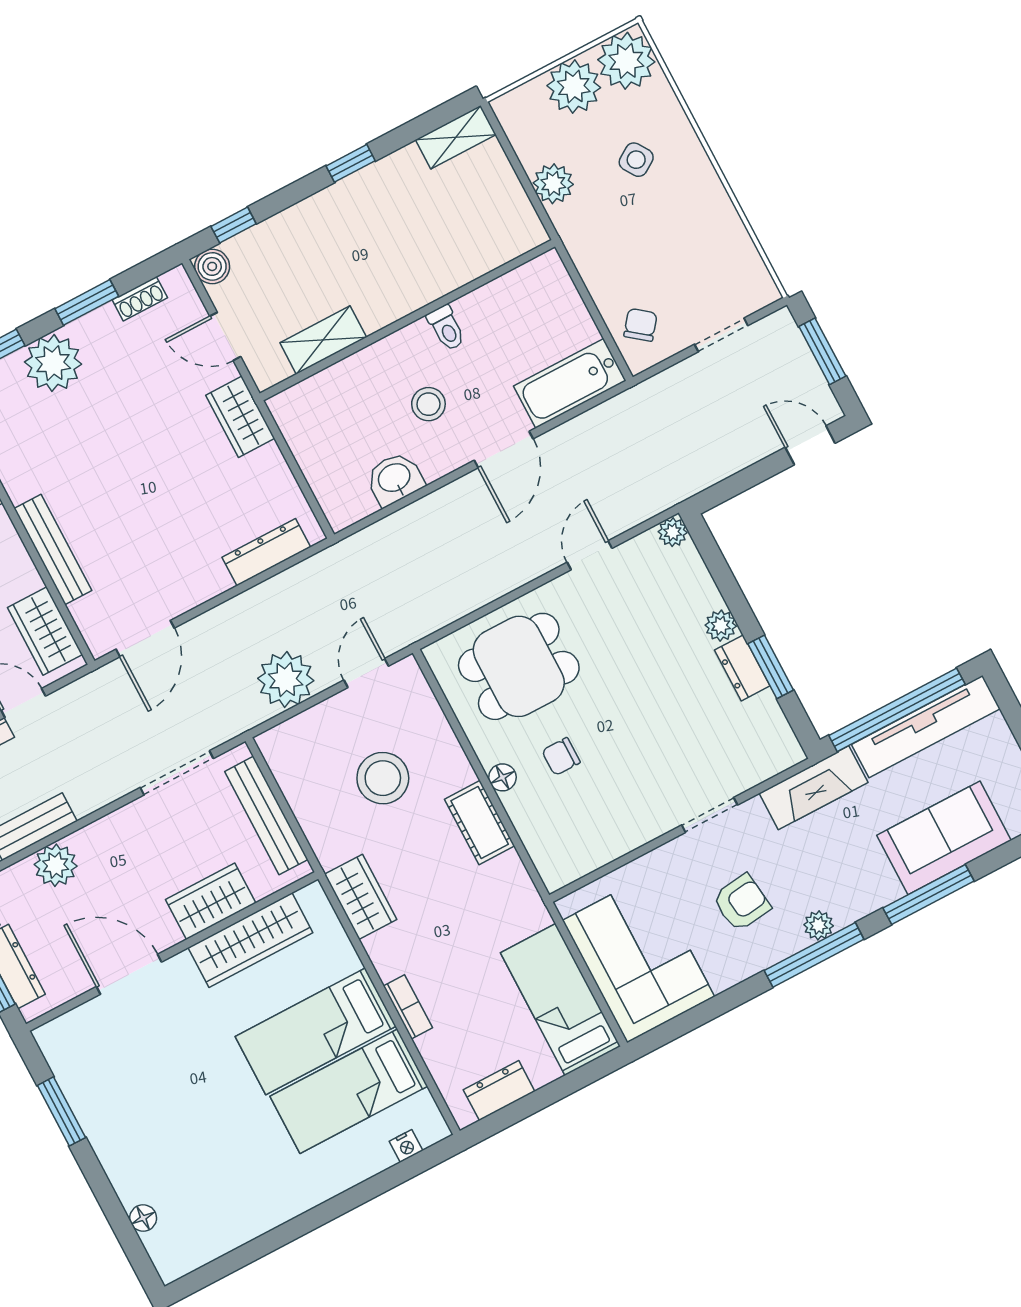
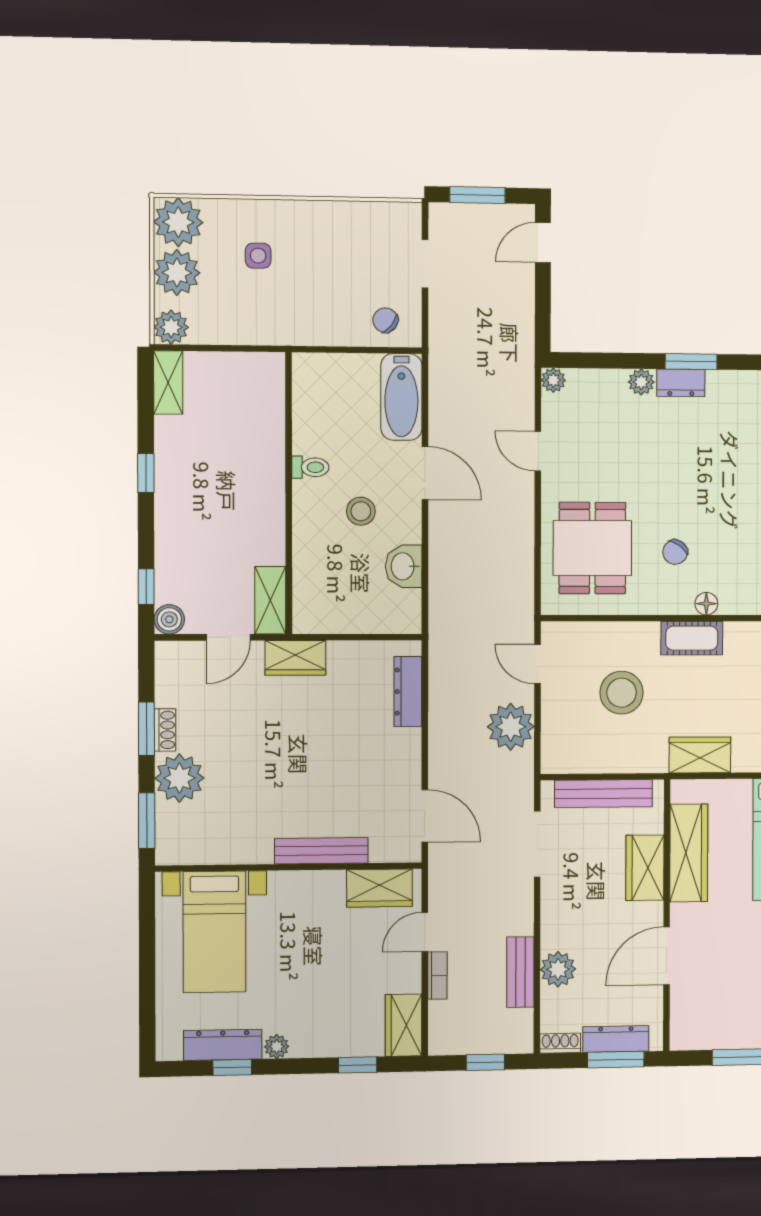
side table: (636, 160) -> (258, 256), turned 33
plant: (553, 184) -> (171, 327), moved
shoe rack: (140, 299) -> (165, 730), moved
shelving: (323, 340) -> (270, 600), moved
chair: (561, 757) -> (675, 552), turned 35
floor lamp: (502, 777) -> (706, 604), moved

